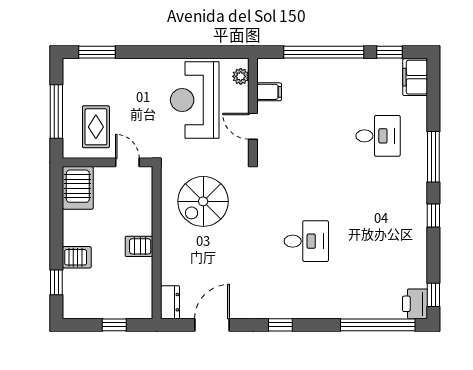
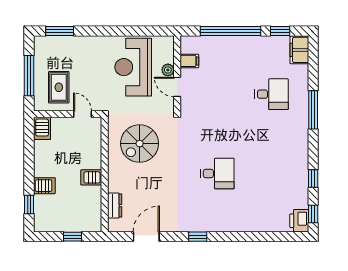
plant: (241, 76) -> (168, 70), moved
server rack: (78, 188) -> (42, 128), width x0.73, depth x0.70
window: (433, 216) -> (313, 178), moved
dresser: (170, 302) -> (115, 206), moved
window: (378, 325) -> (271, 237), removed

